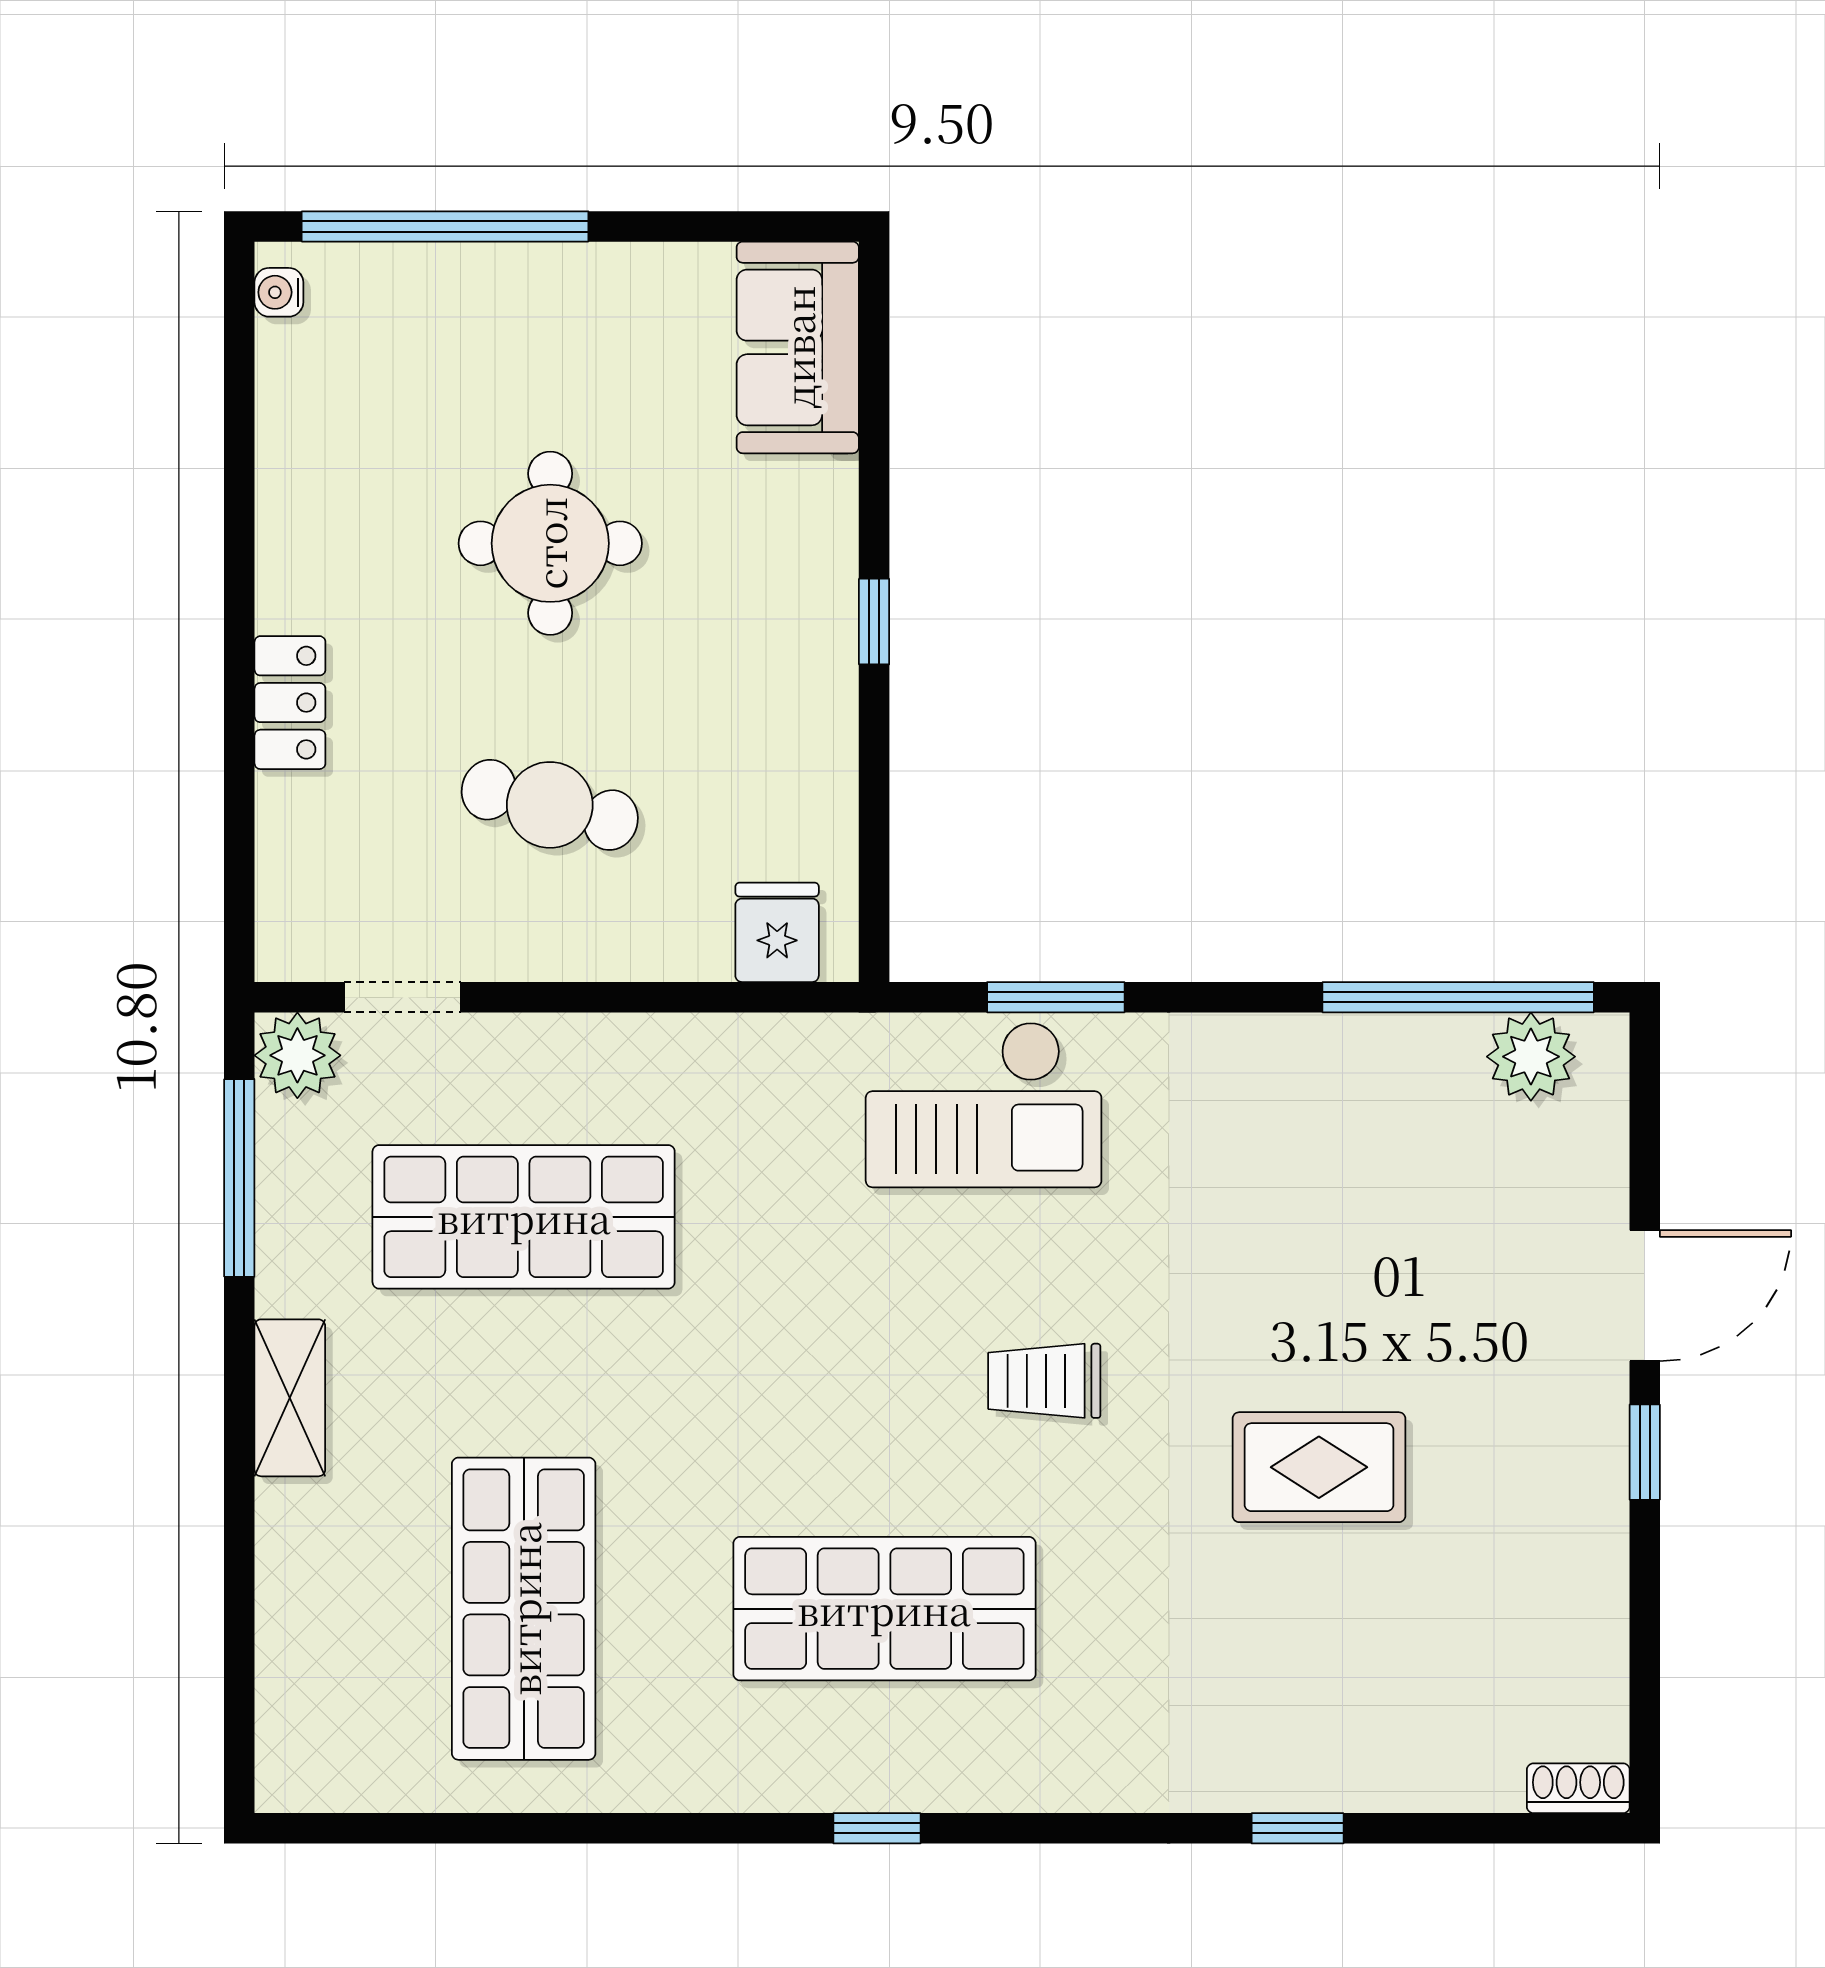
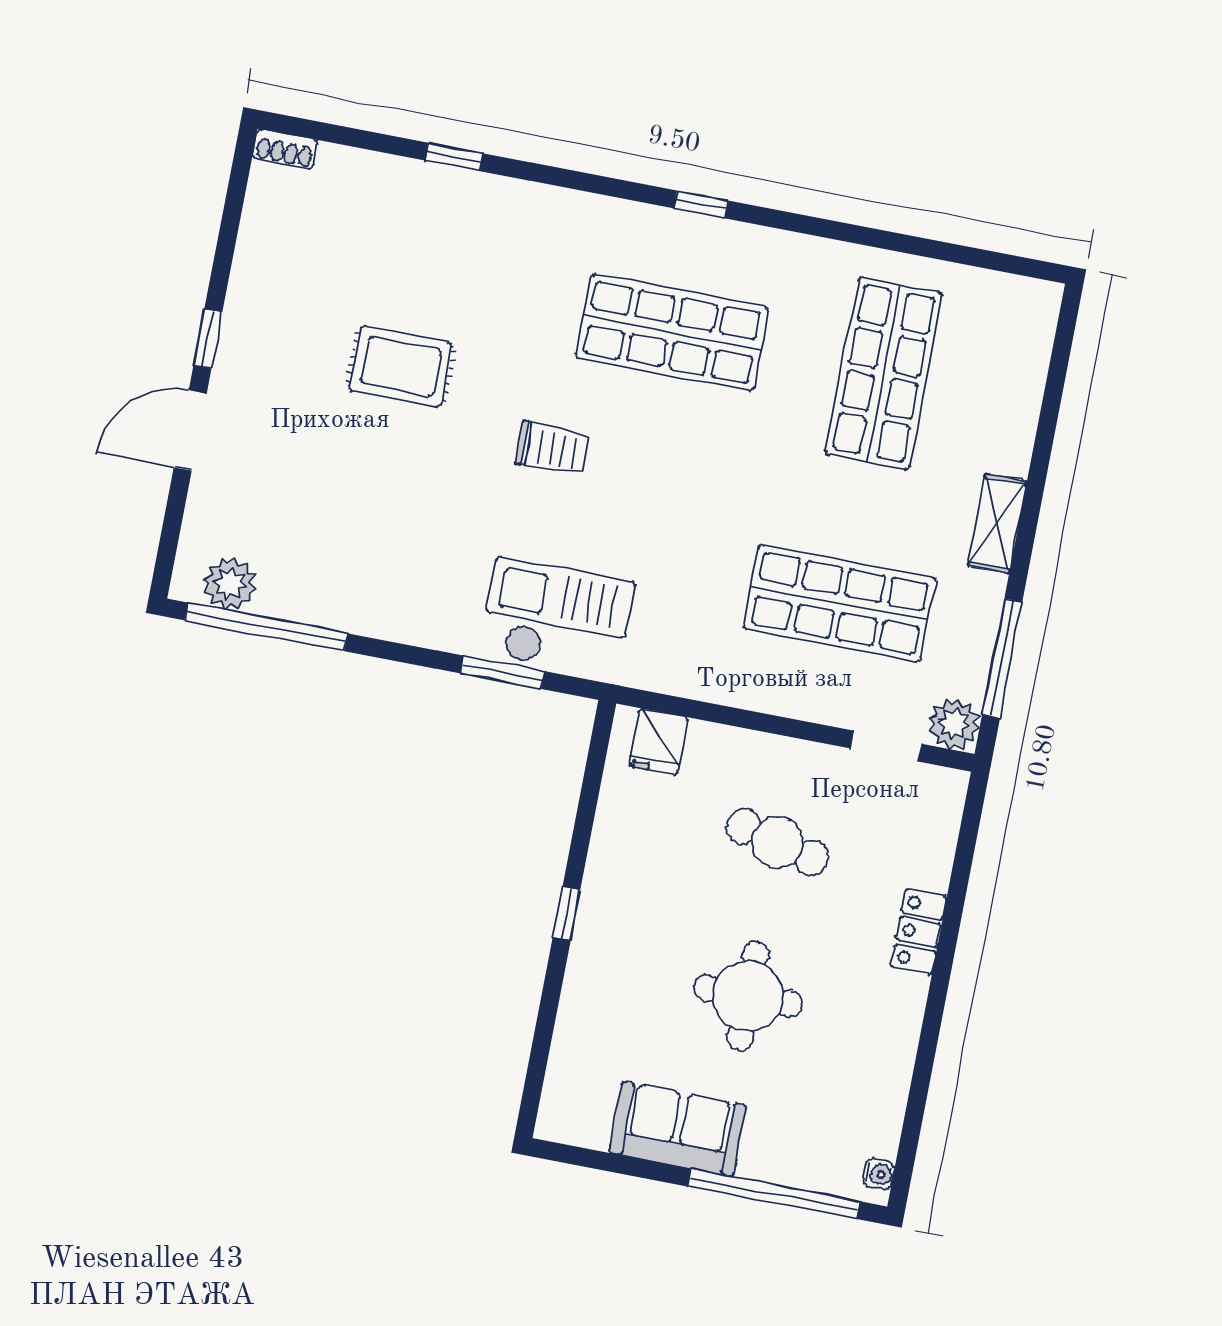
sofa: (798, 347) -> (678, 1129), moved, turned -90

